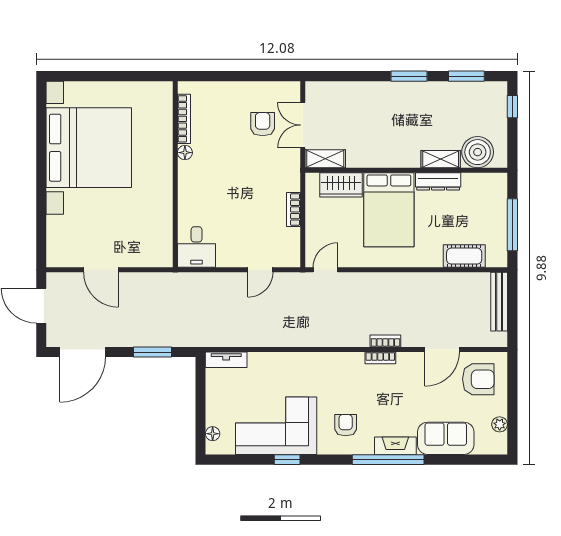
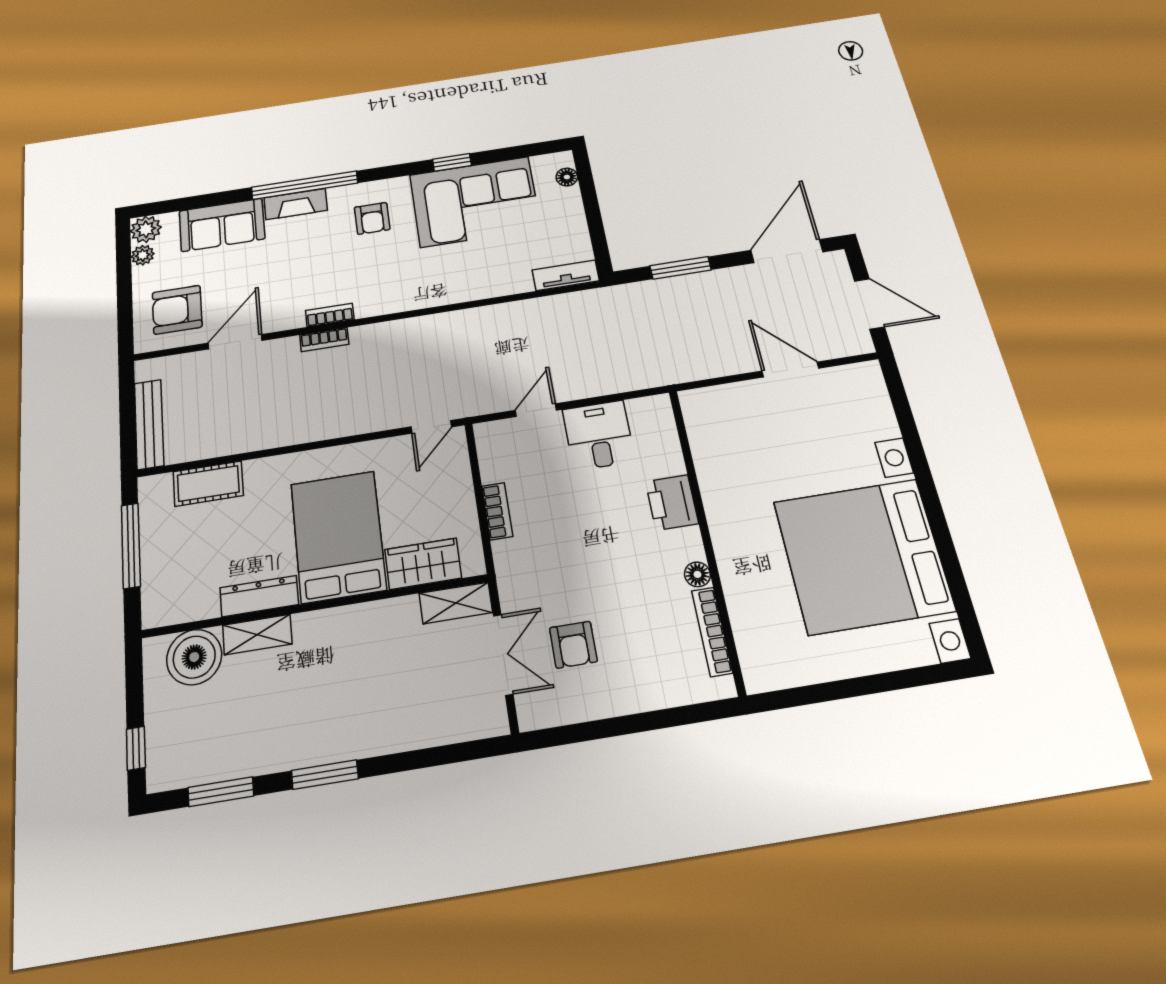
printer: (190, 198) -> (672, 502), added
desk: (197, 247) -> (599, 435), moved
plant: (497, 444) -> (146, 229), added

